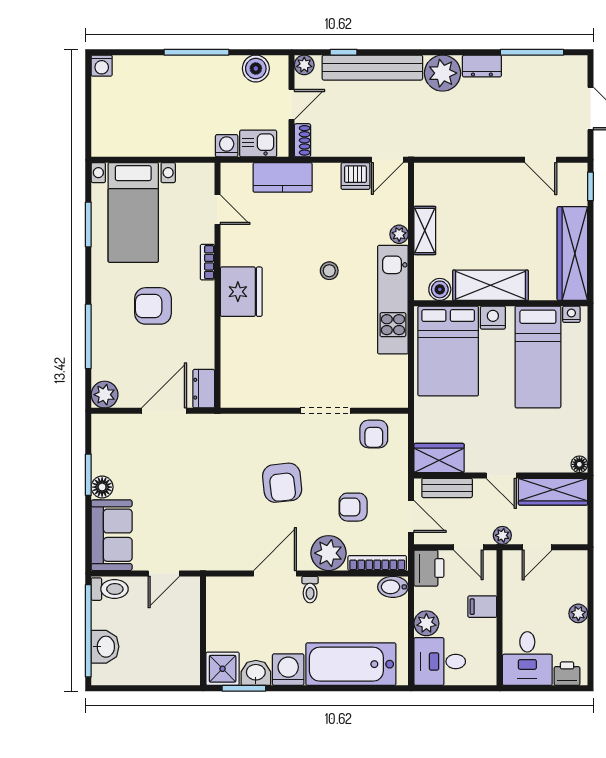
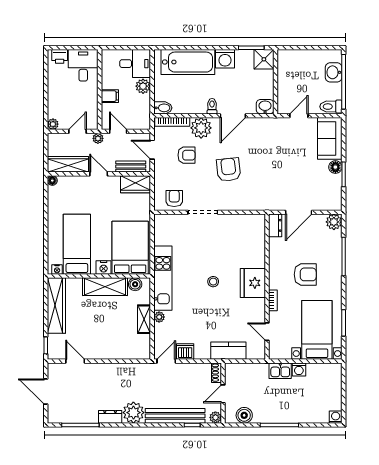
kitchen sink: (258, 144) -> (280, 371), moved
washing machine: (227, 146) -> (299, 369), moved
stool: (329, 271) -> (213, 282), moved
printer: (429, 568) -> (142, 119), removed
plant: (578, 613) -> (53, 124), moved
washbasin: (256, 673) -> (265, 107), moved, turned 180

